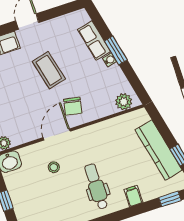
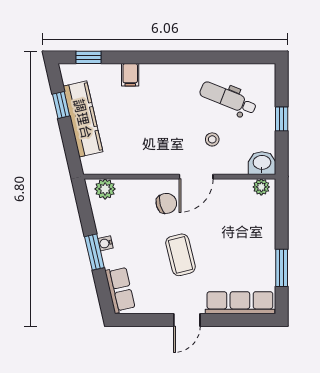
row of seats: (94, 41) -> (120, 290), moved
chair: (73, 106) -> (166, 203), turned 63
dental chair: (96, 187) -> (228, 98), moved, turned 112

